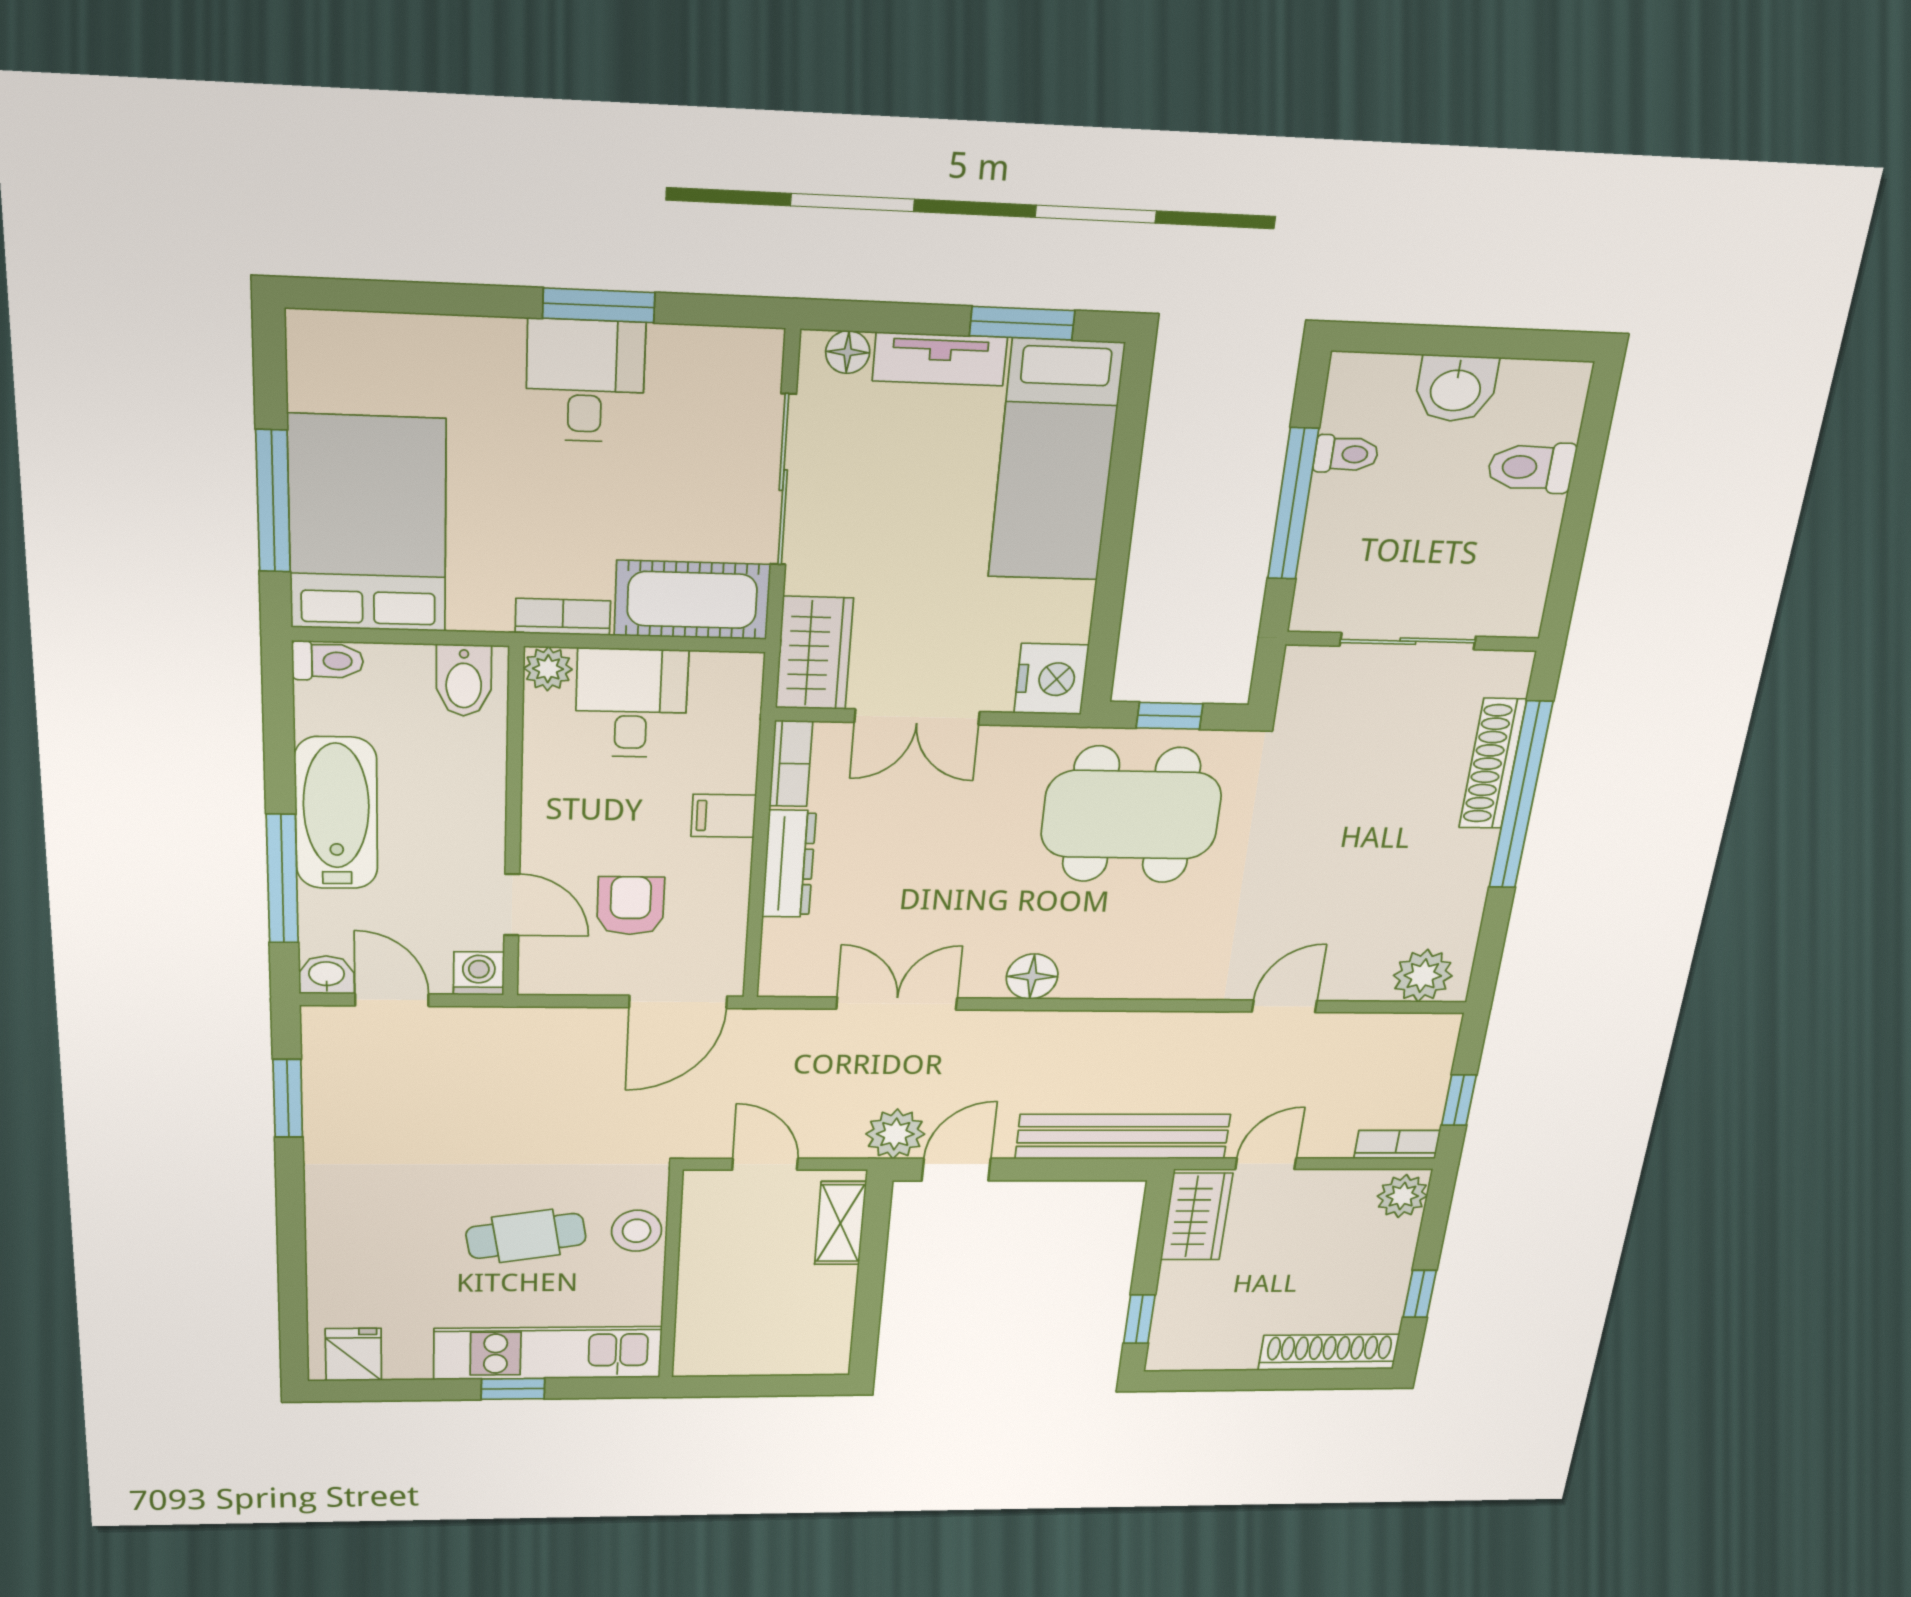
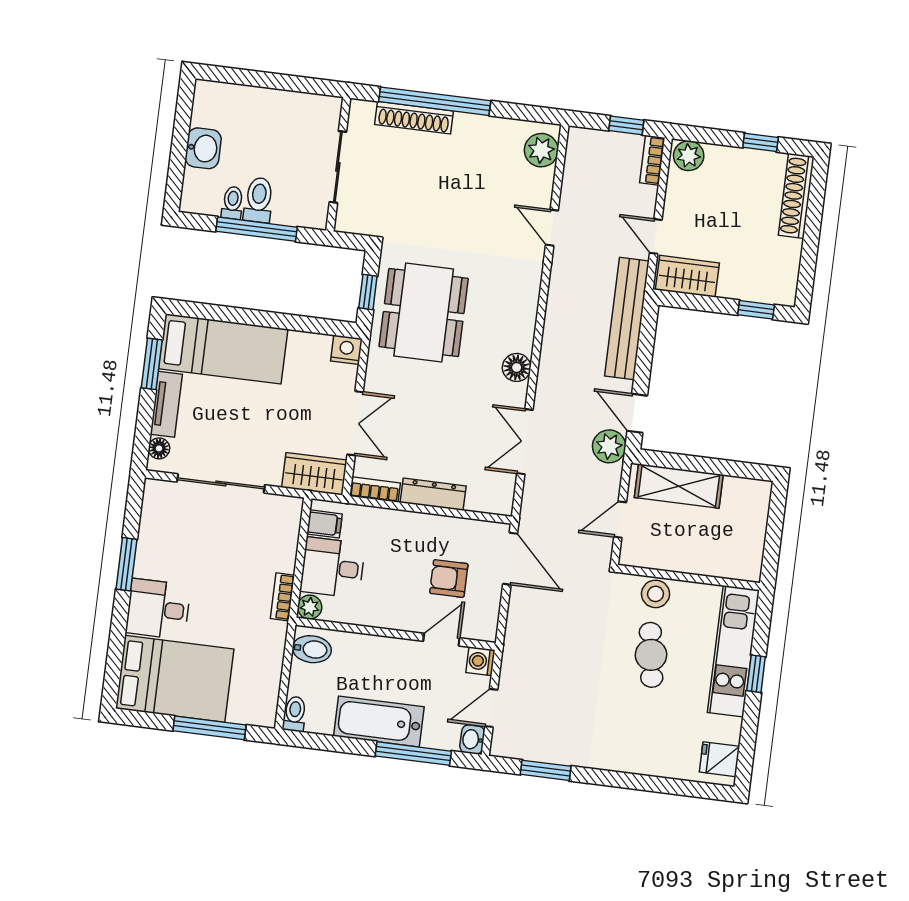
desk: (585, 381) -> (158, 609), moved
toilet: (1531, 467) -> (259, 200), moved, turned 180
bed: (368, 524) -> (175, 679), moved, turned 180
cot: (692, 600) -> (280, 533), removed
nightstand: (1051, 679) -> (346, 350), width x0.74, depth x0.75
filing cabinet: (724, 816) -> (324, 524), moved, turned -90
shelving: (840, 1223) -> (679, 486), width x1.50, depth x1.33

